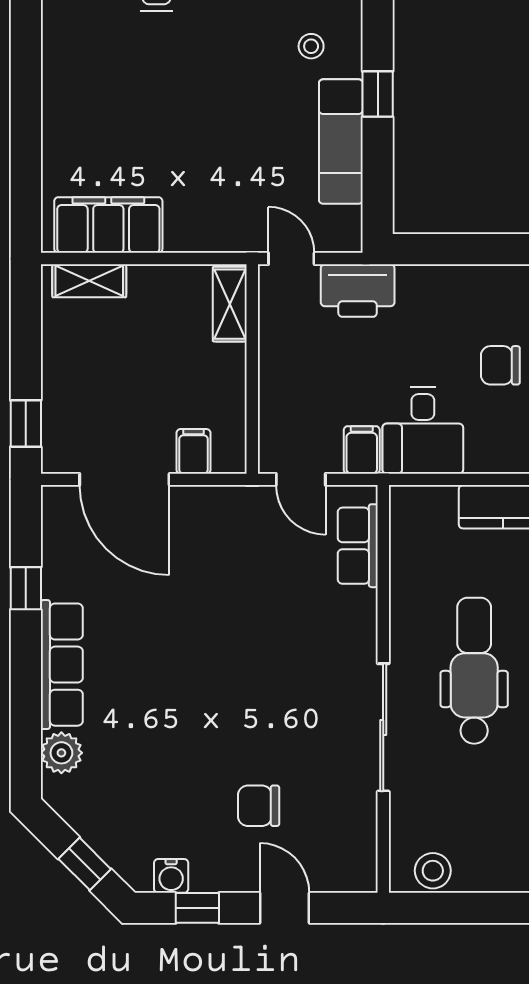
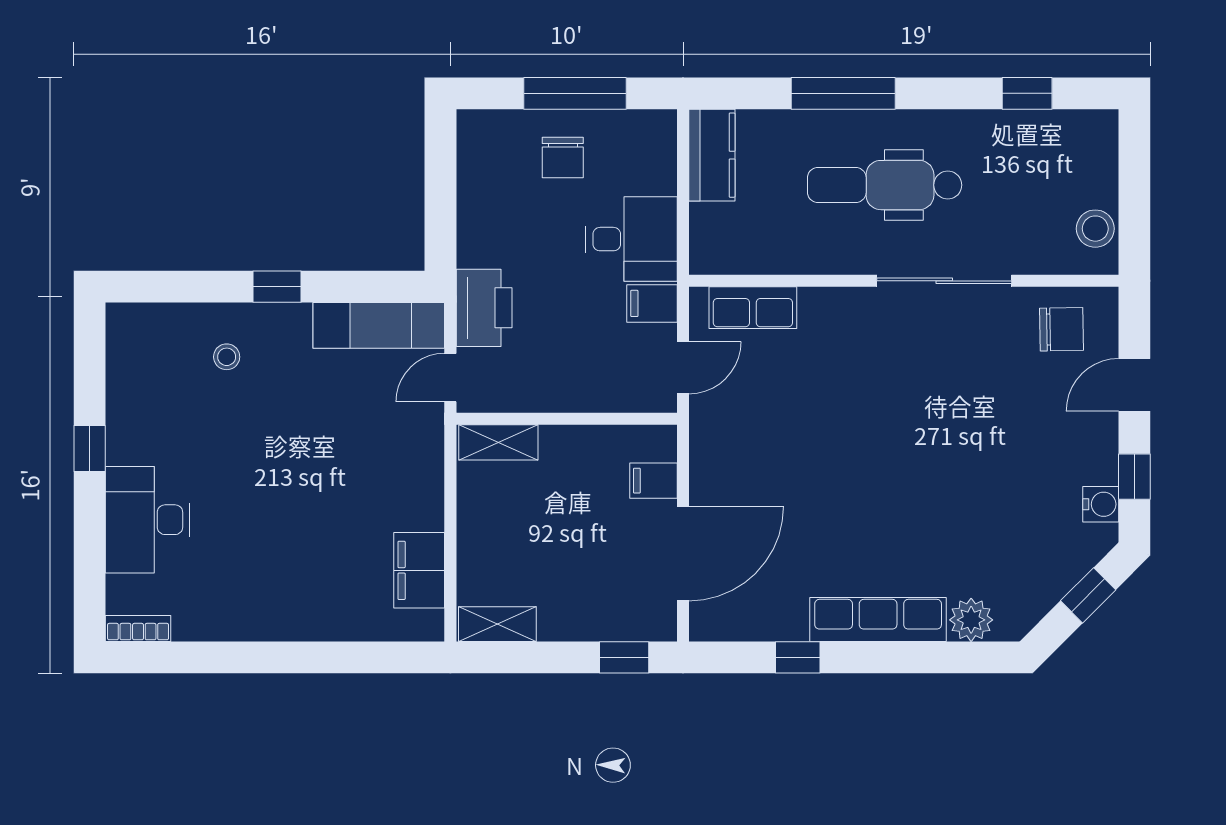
exam couch: (341, 142) -> (379, 325), moved
filing cabinet: (108, 225) -> (419, 570), width x0.67, depth x0.86
shelving: (89, 281) -> (497, 624), moved, turned 90
chair: (259, 806) -> (1061, 329), moved, turned -91

